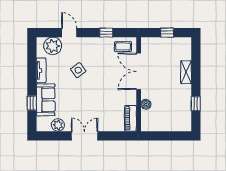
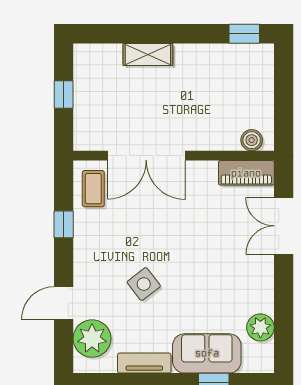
boiler: (146, 104) -> (252, 140), moved
window: (196, 104) -> (244, 34), moved
double door: (85, 136) -> (284, 226), moved

